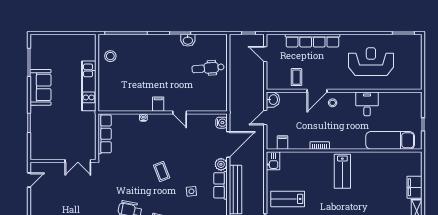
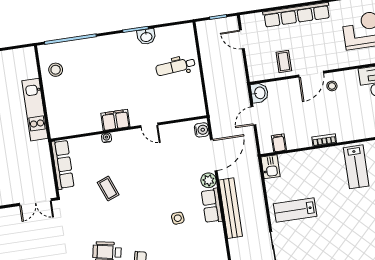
filing cabinet: (158, 104) -> (115, 120), width x2.00
coffee table: (162, 171) -> (108, 189), moved

